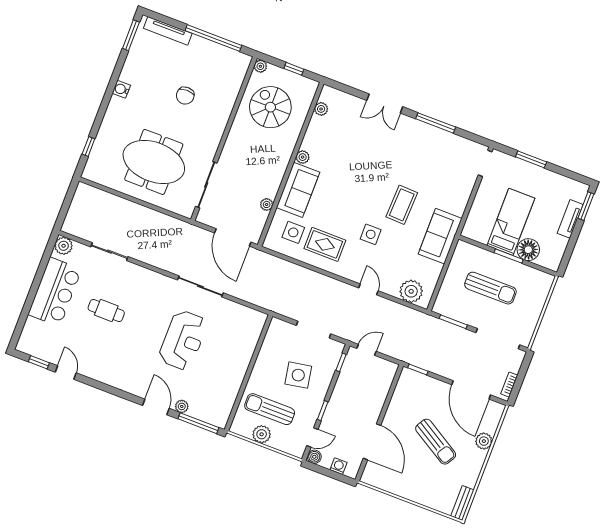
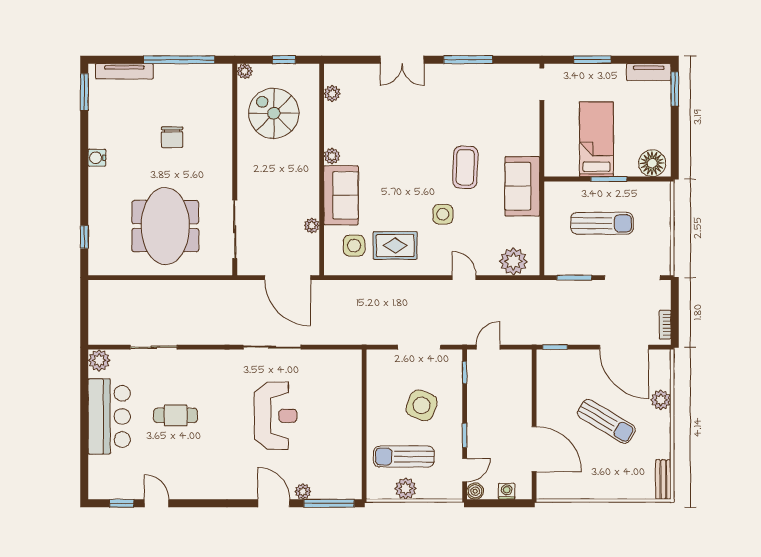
meeting table: (154, 162) -> (165, 226), turned 90
tv unit: (570, 219) -> (649, 72), moved, turned -90
floor lamp: (528, 250) -> (652, 163), moved
side table: (298, 375) -> (422, 405), turned 31

